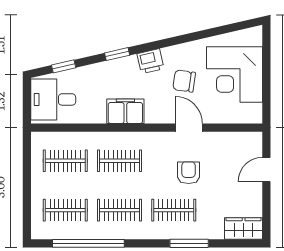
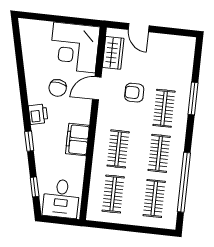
corner desk: (235, 75) -> (74, 47), moved, turned 90
wardrobe: (244, 228) -> (113, 53), moved, turned 180

